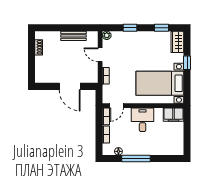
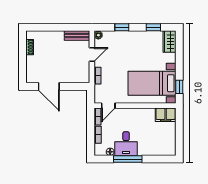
bench: (74, 36) -> (77, 36), moved
door: (100, 55) -> (92, 54), swing flipped
window: (187, 63) -> (179, 87), moved
door: (70, 86) -> (49, 86), moved
desk: (143, 120) -> (126, 144), moved, turned 180

